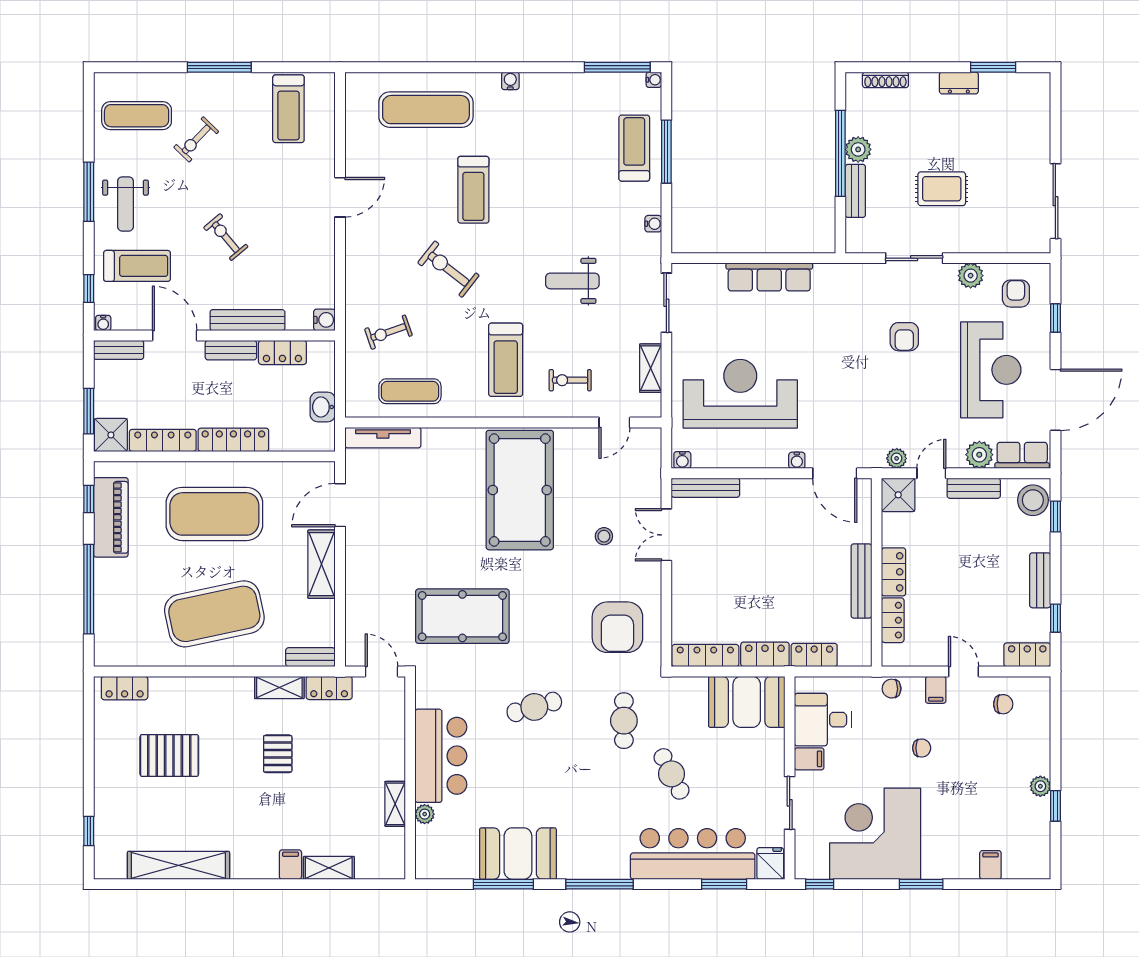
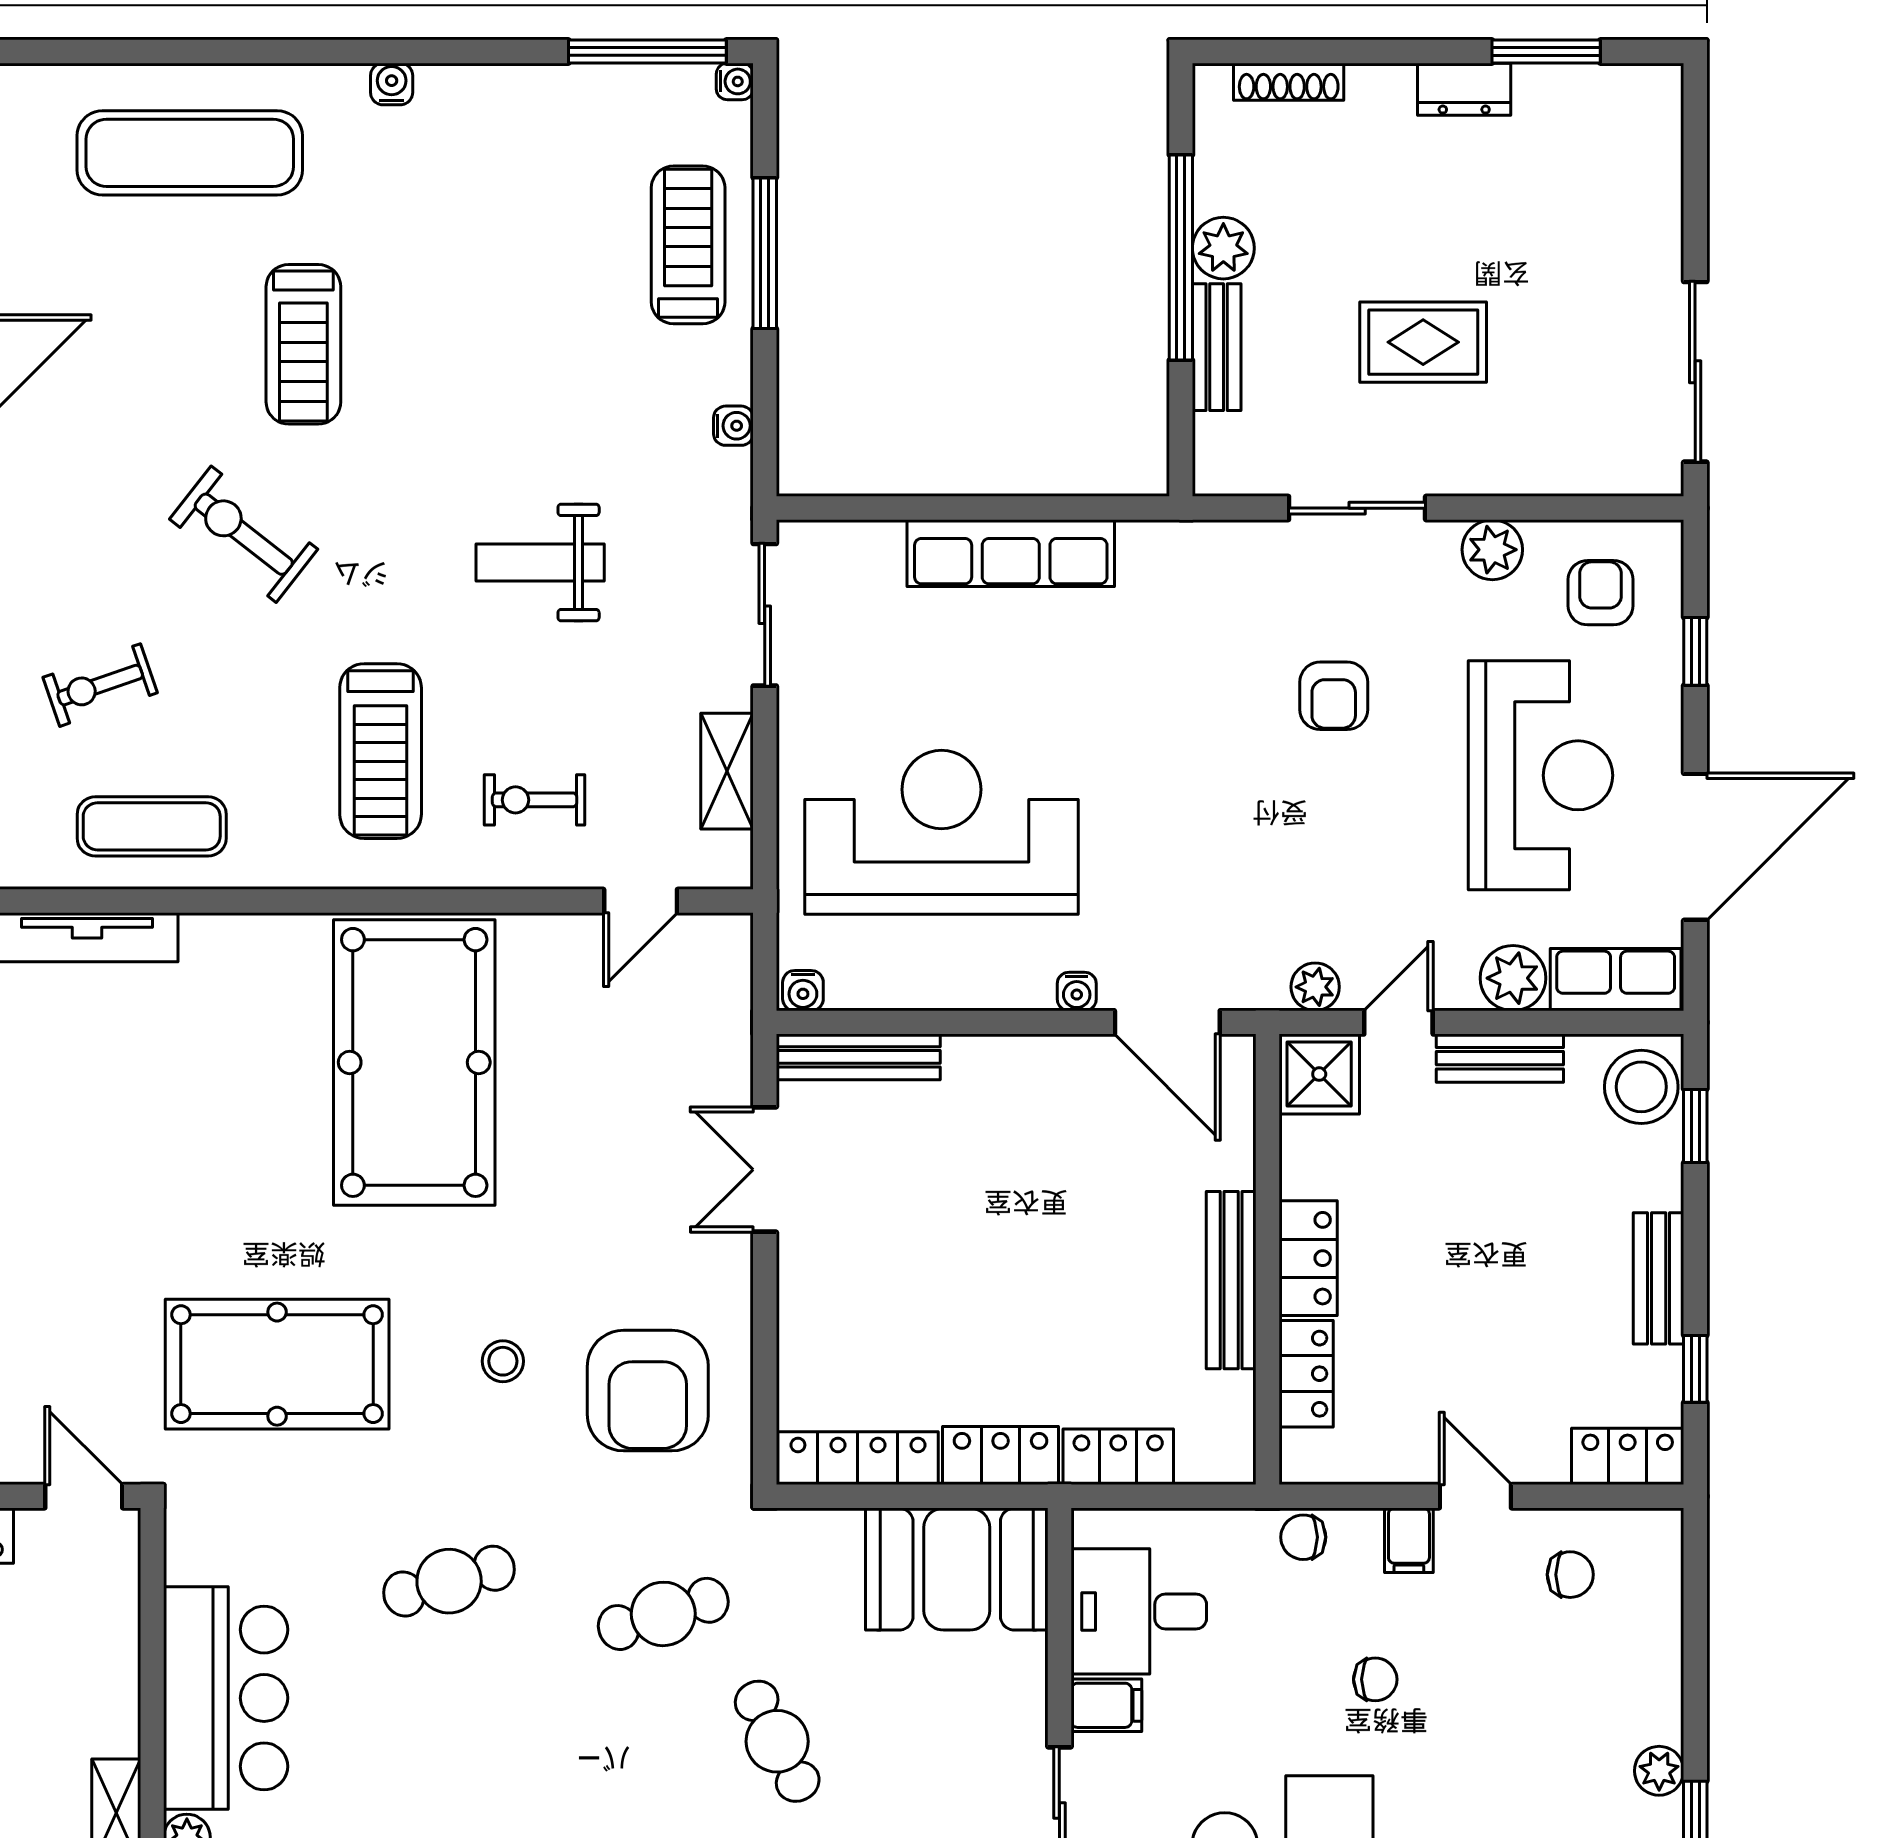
stool: (604, 536) -> (503, 1361), moved
cafe table: (624, 721) -> (663, 1614), turned 73

